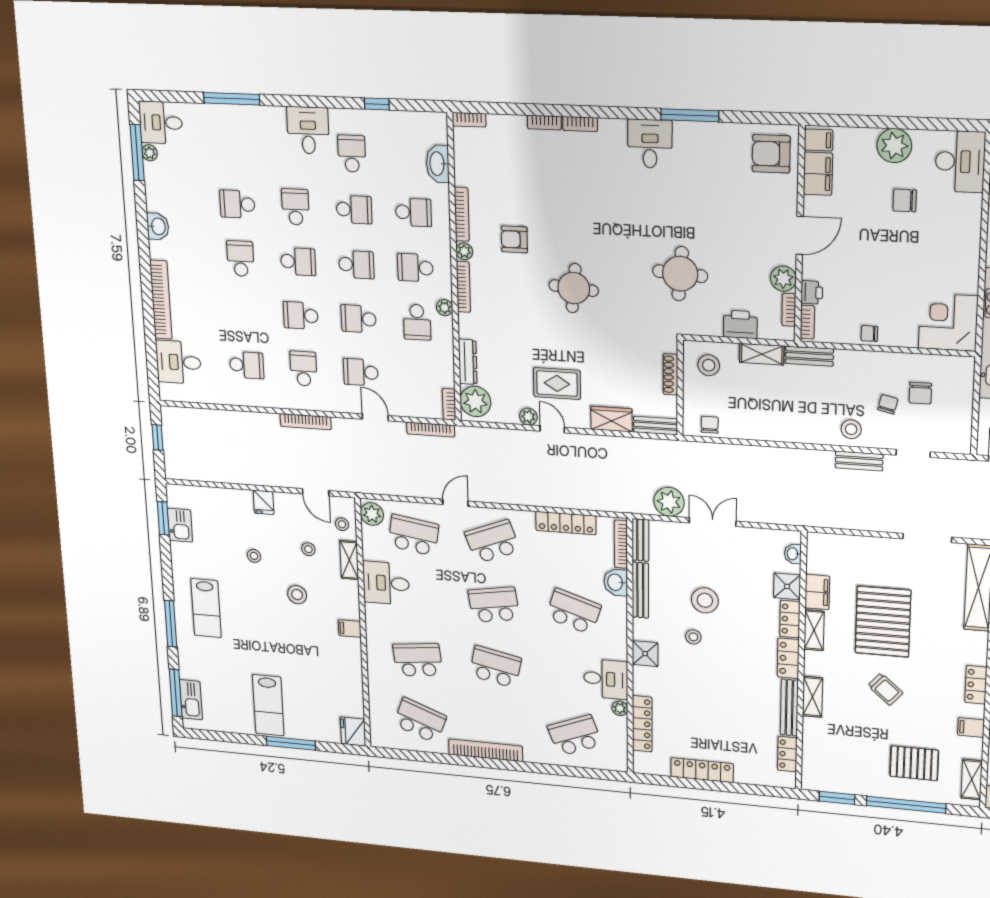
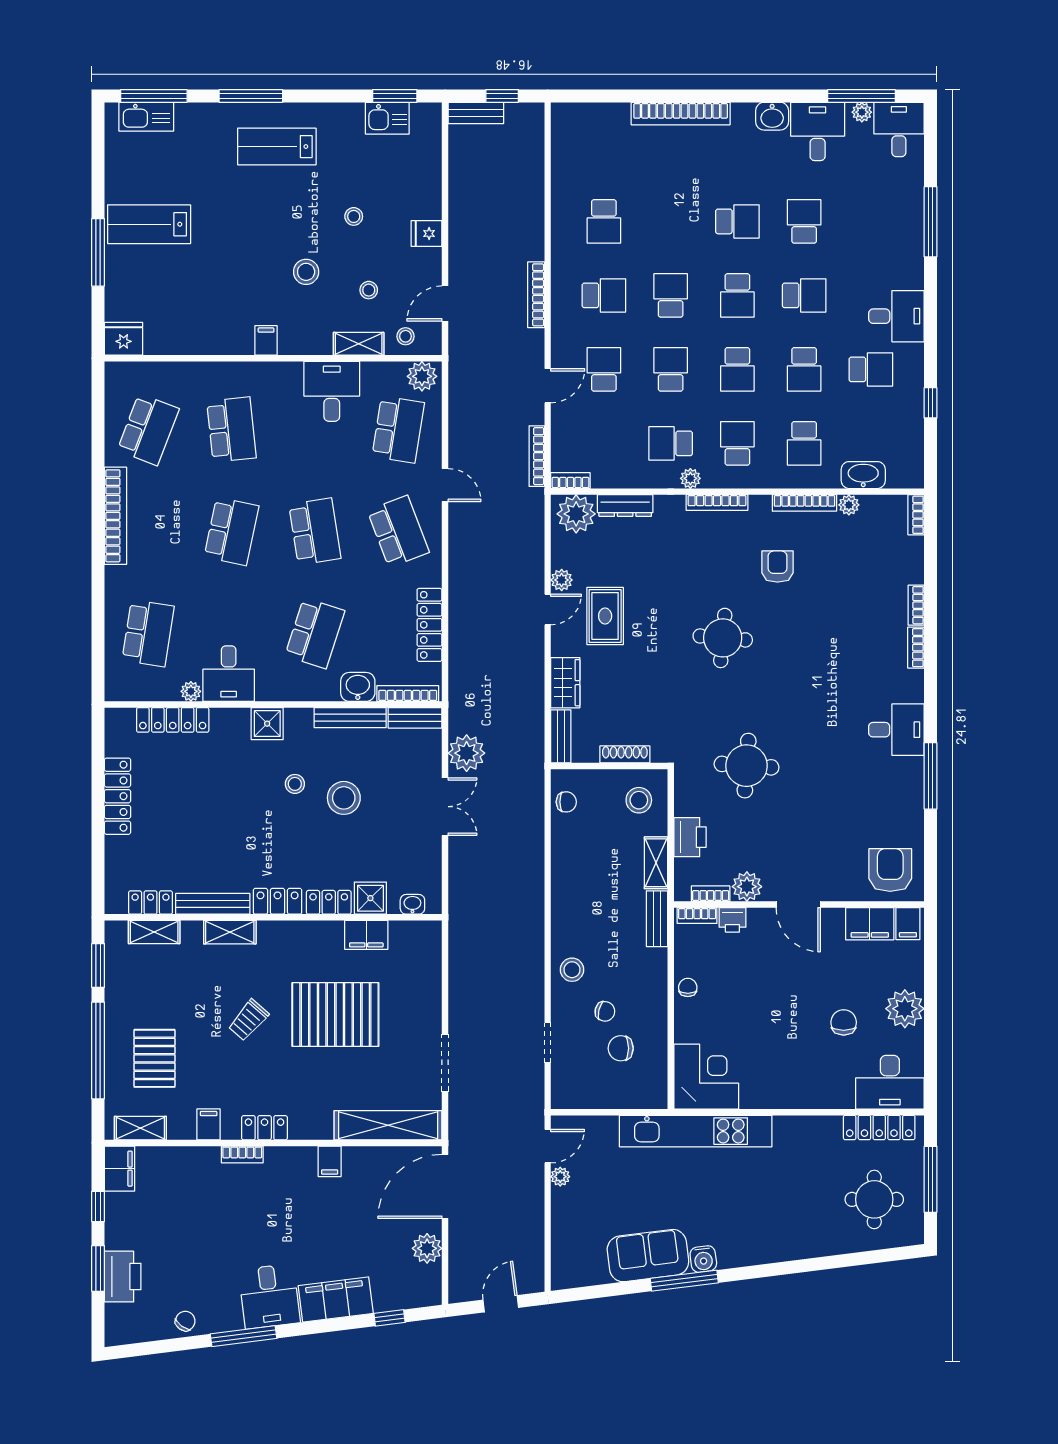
plant: (464, 251) -> (849, 505), moved
desk: (179, 362) -> (818, 131), moved
bench: (859, 461) -> (476, 113), moved, turned 90
shelving: (814, 630) -> (154, 932), moved
school desk: (575, 735) -> (148, 633), turned 30

